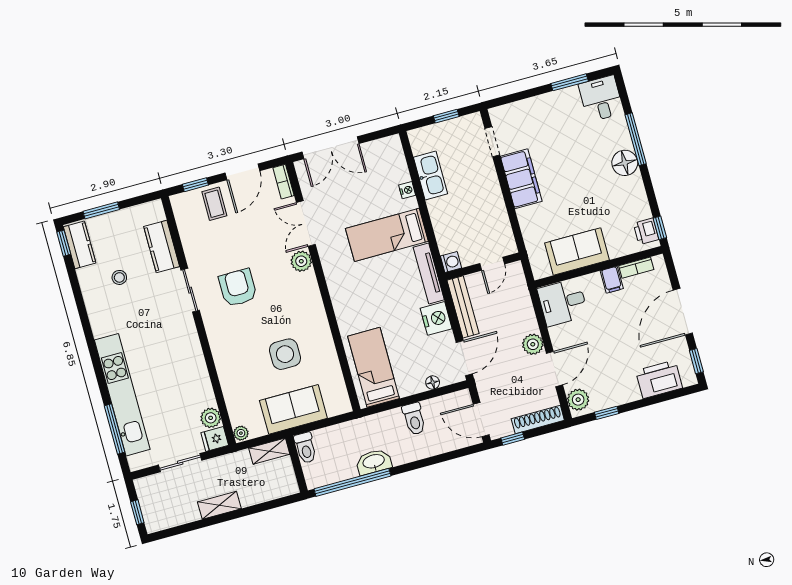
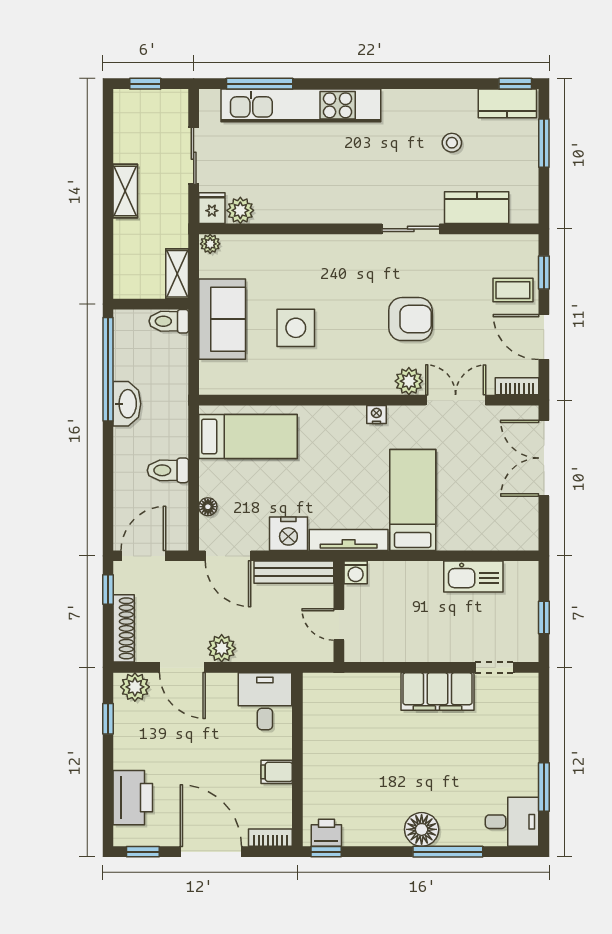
nightstand: (407, 190) -> (376, 414), moved, turned 180
sofa: (577, 252) -> (325, 737), removed
bookcase: (636, 268) -> (270, 838), moved, turned 90
armchair: (238, 288) -> (410, 319), moved

